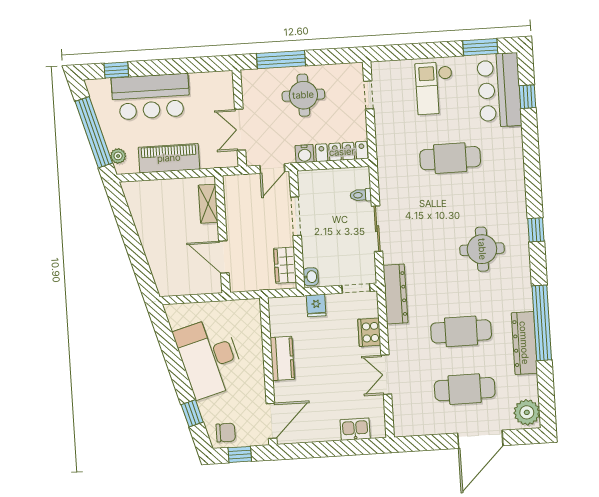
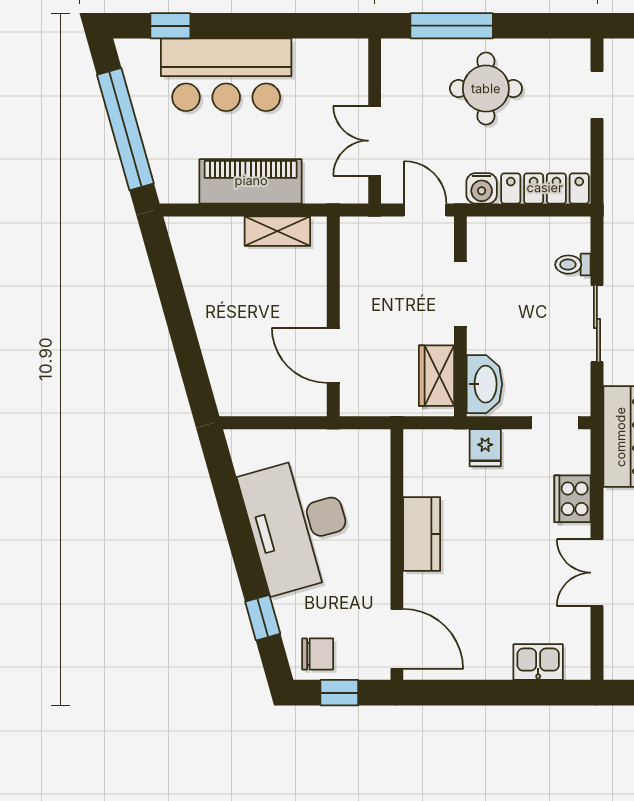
plant: (118, 156) -> (164, 172), removed
door: (272, 169) -> (425, 210), swing flipped
shelving: (208, 204) -> (277, 231), moved, turned 90
washbasin: (311, 277) -> (484, 384), width x1.91, depth x1.45
door: (272, 421) -> (397, 639), hinge flipped

